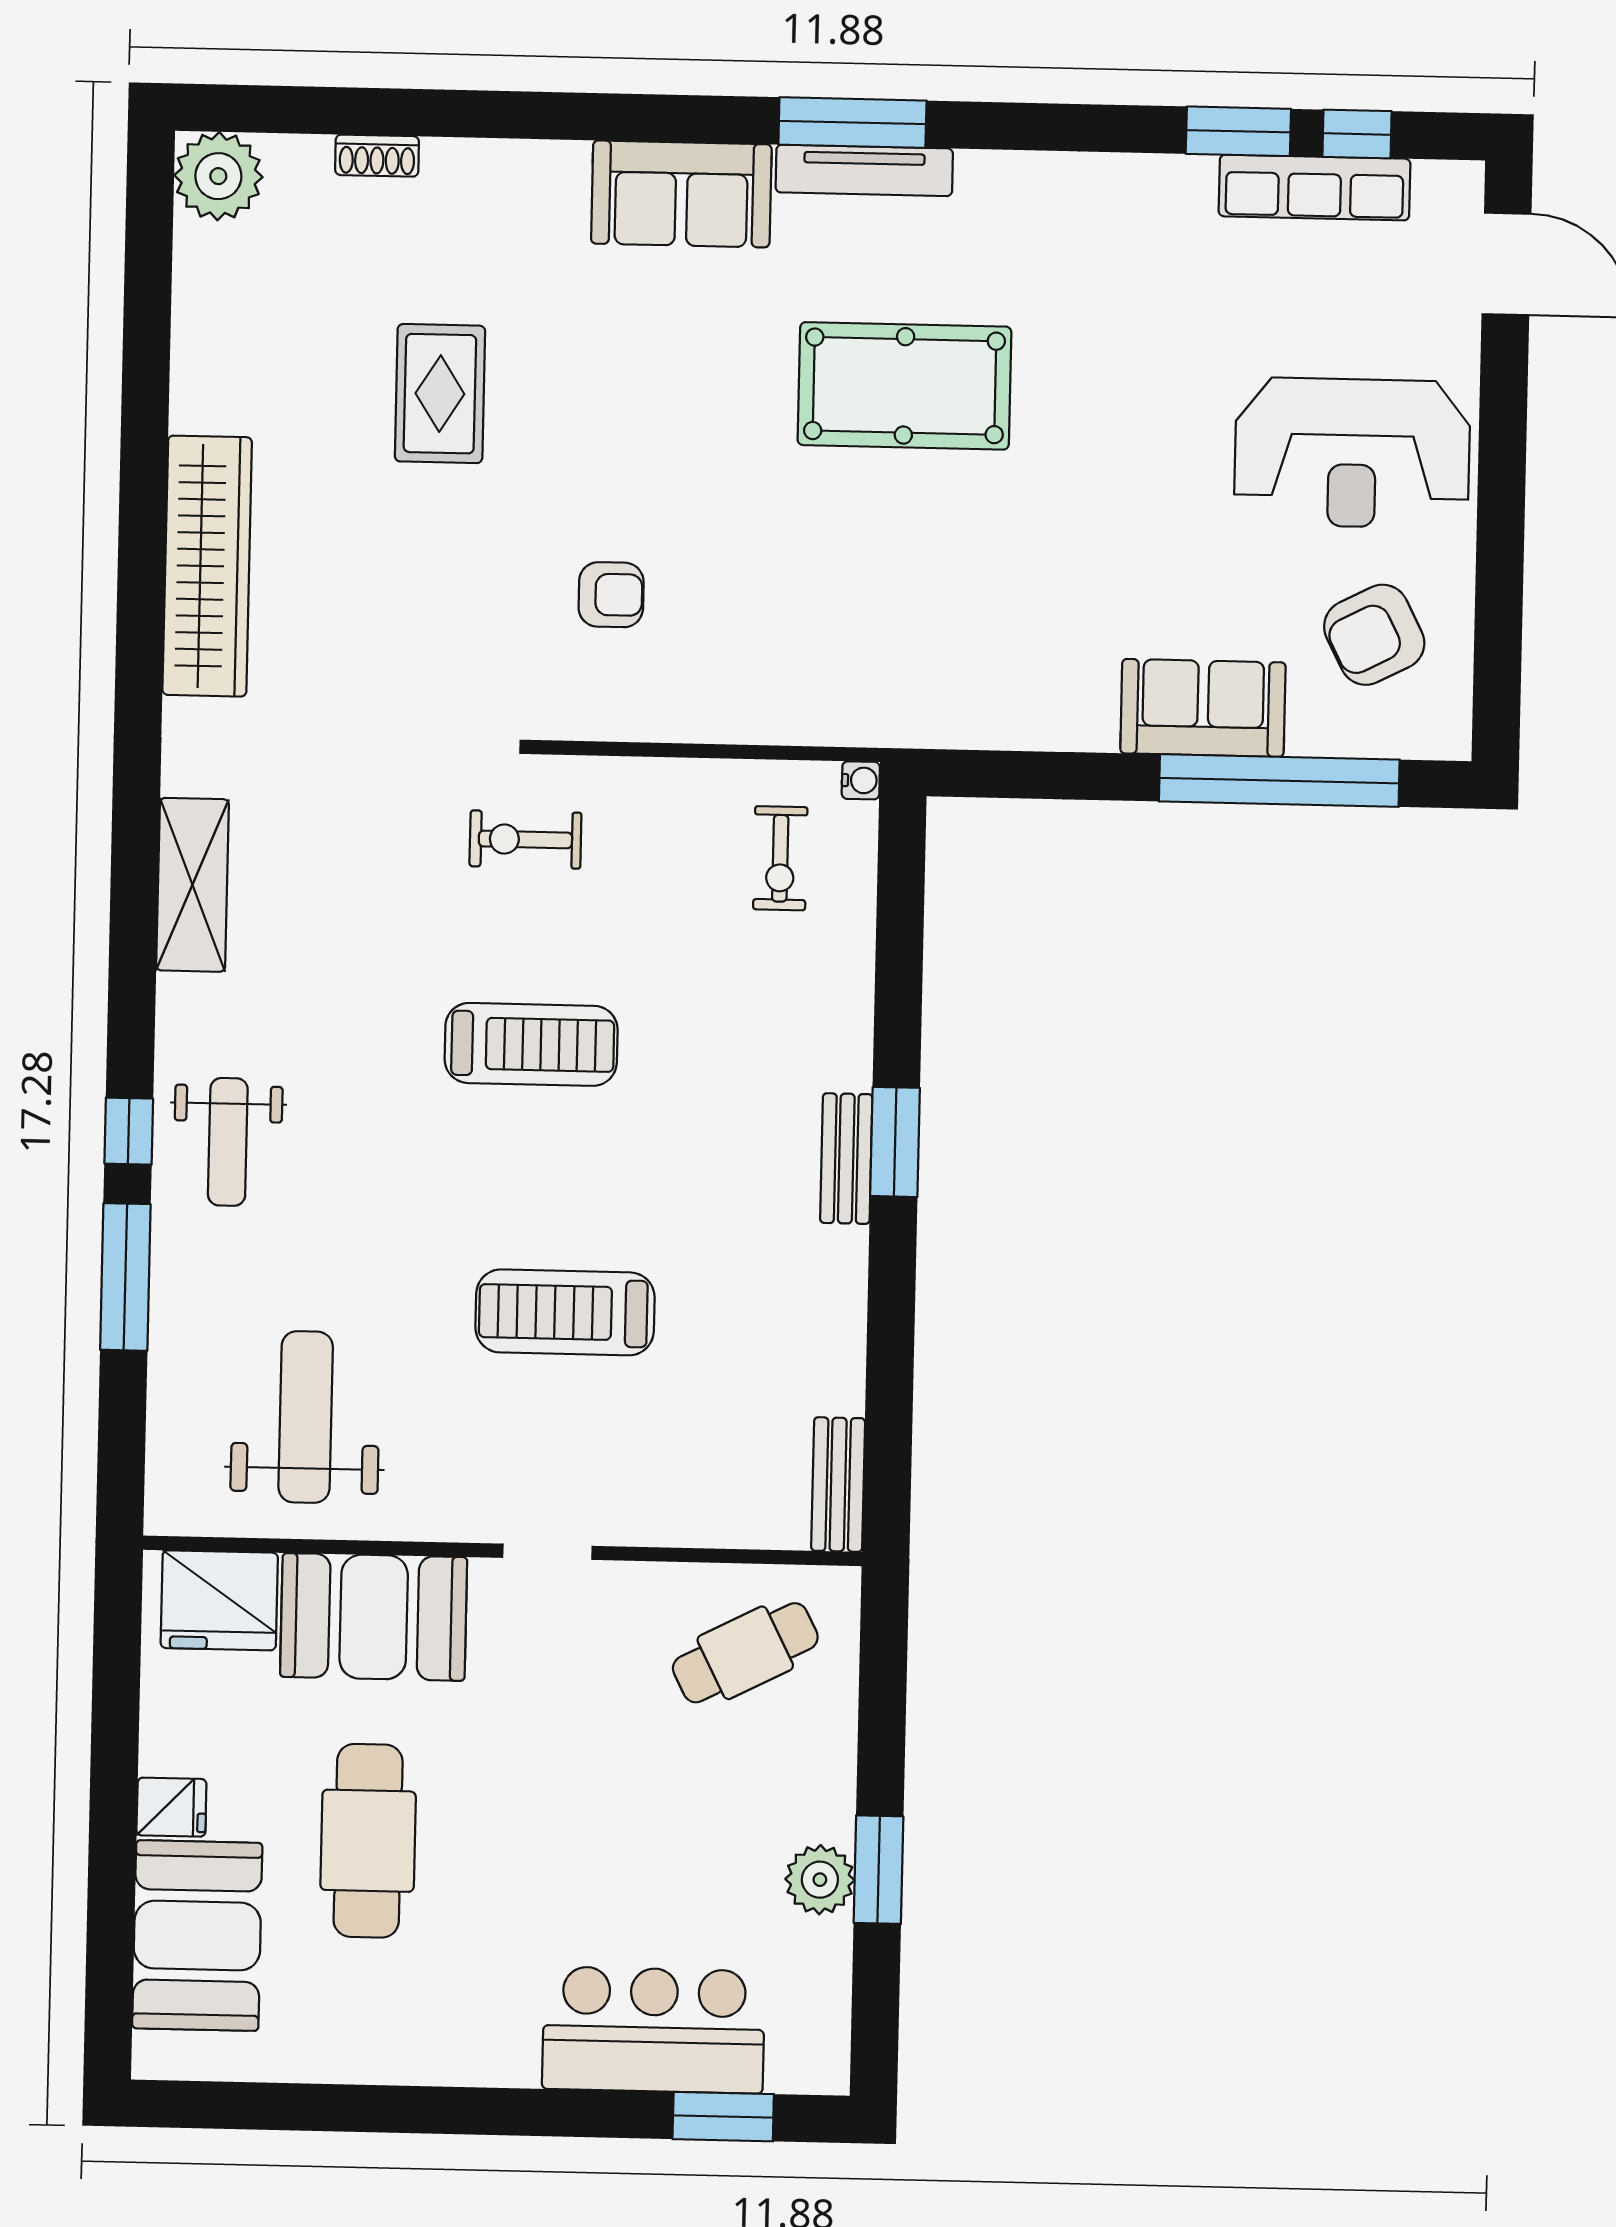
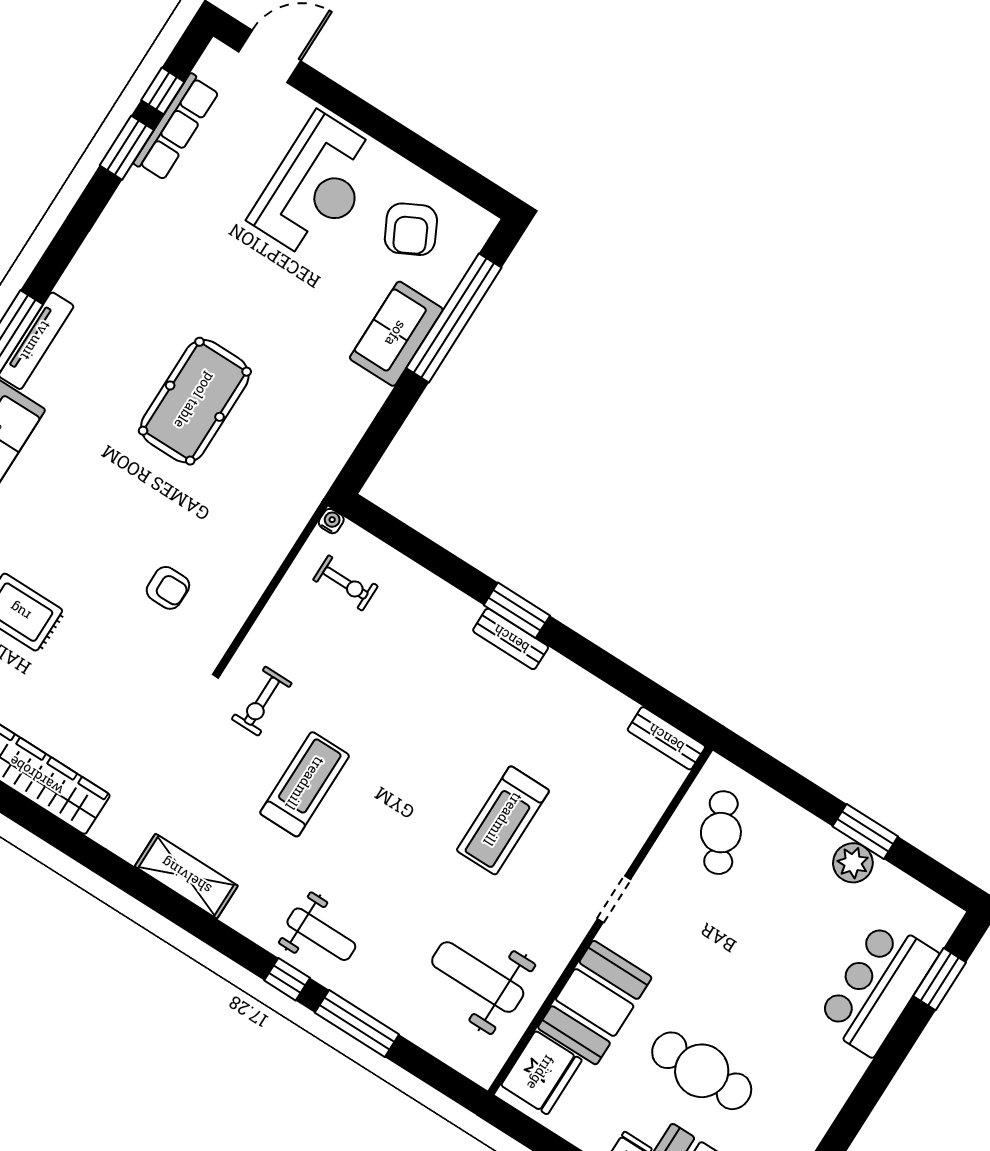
pool table: (904, 386) -> (195, 401), moved
armchair: (611, 595) -> (168, 588), turned 90
treadmill: (531, 1044) -> (305, 784), moved

